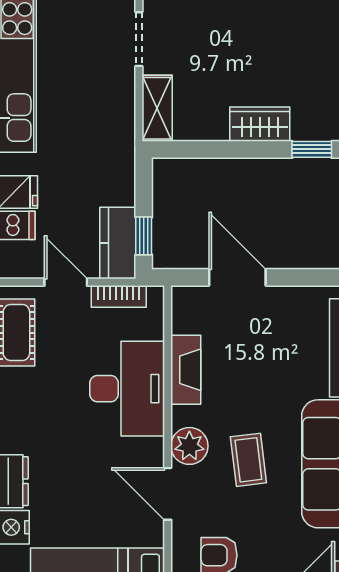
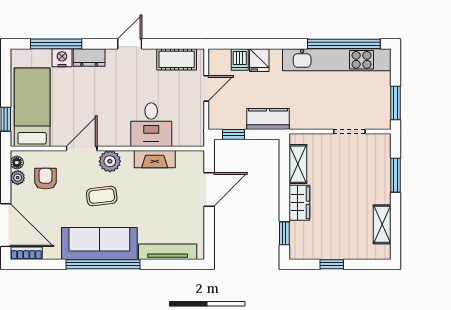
shelving: (157, 108) -> (298, 164), moved, turned 90
kitchen counter: (118, 243) -> (268, 119), moved
bookcase: (119, 296) -> (198, 120), removed
desk: (127, 389) -> (151, 125), width x0.73

